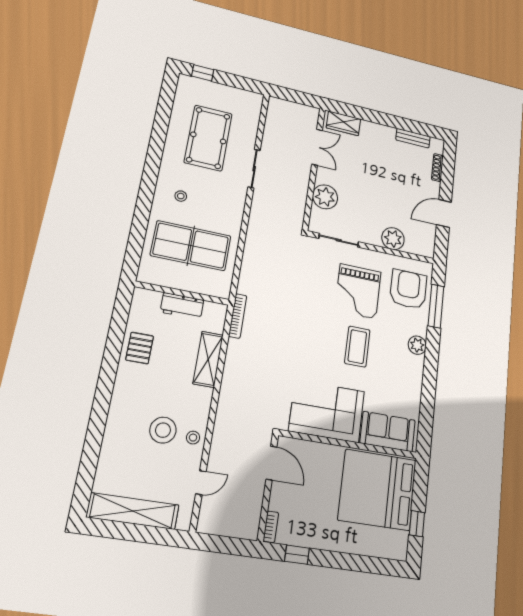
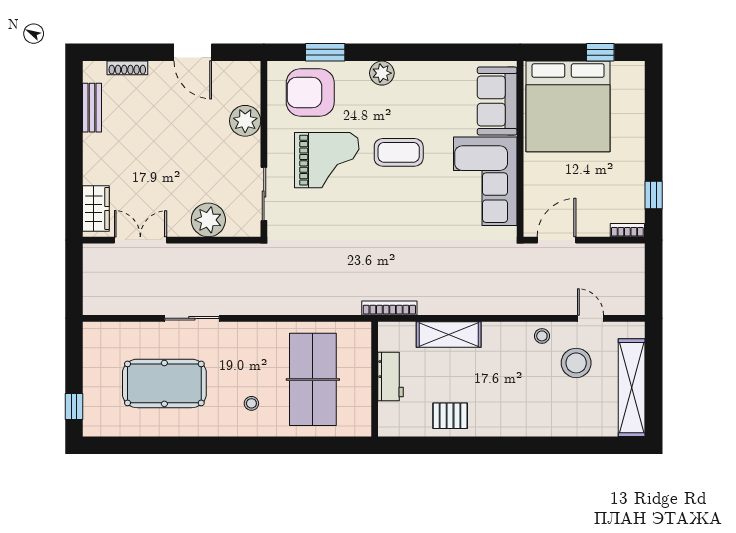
window: (436, 306) -> (325, 52), width x0.69
stool: (163, 430) -> (576, 363), moved

